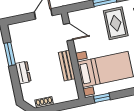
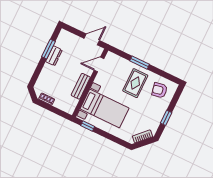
door: (68, 32) -> (99, 64), swing flipped
dresser: (23, 72) -> (54, 56), moved

